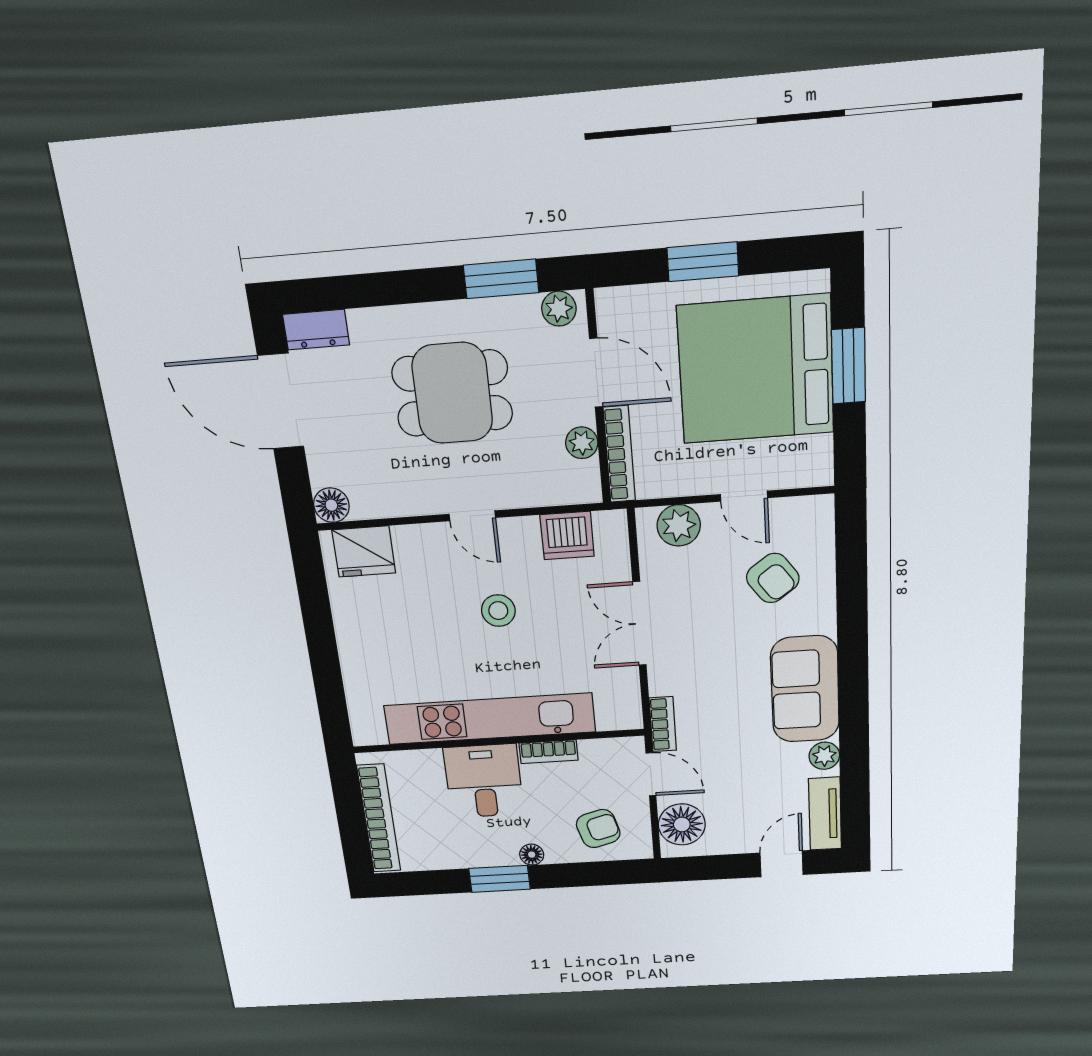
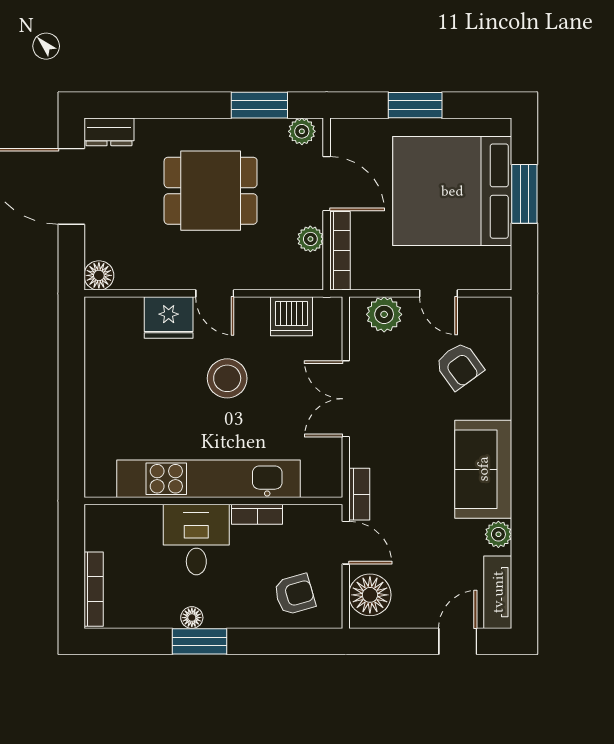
fridge: (364, 552) -> (169, 317), moved
stool: (498, 611) -> (227, 378), width x1.38, depth x1.38
bookcase: (379, 818) -> (94, 589), width x0.68, depth x0.76
floor lamp: (532, 855) -> (192, 618), moved

